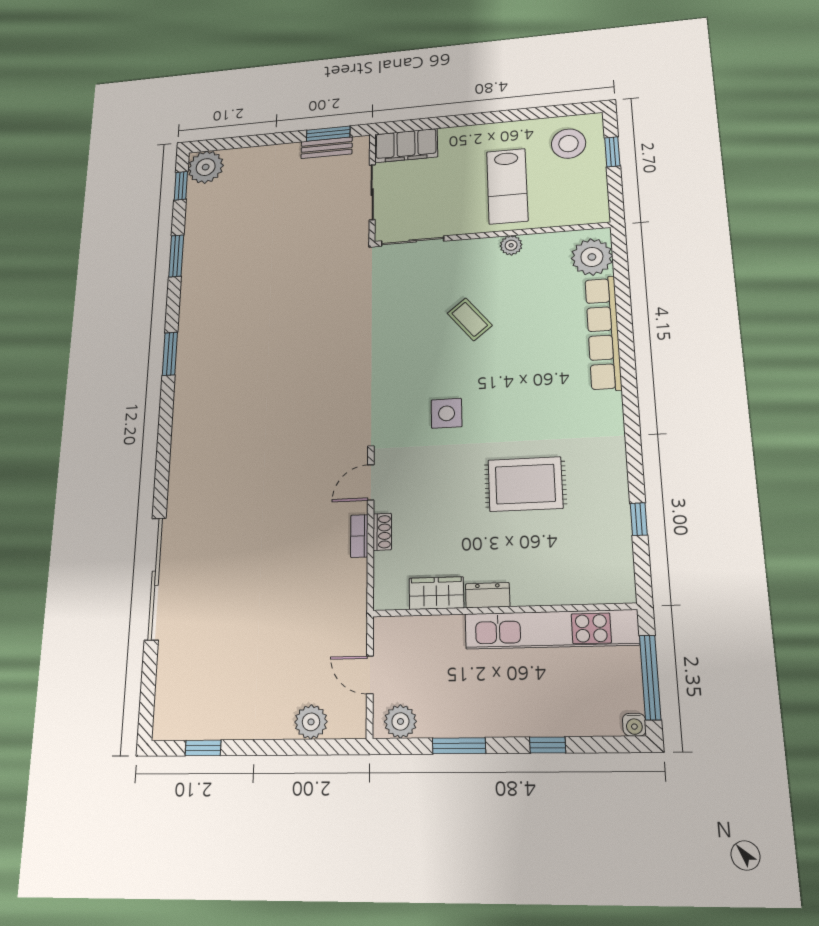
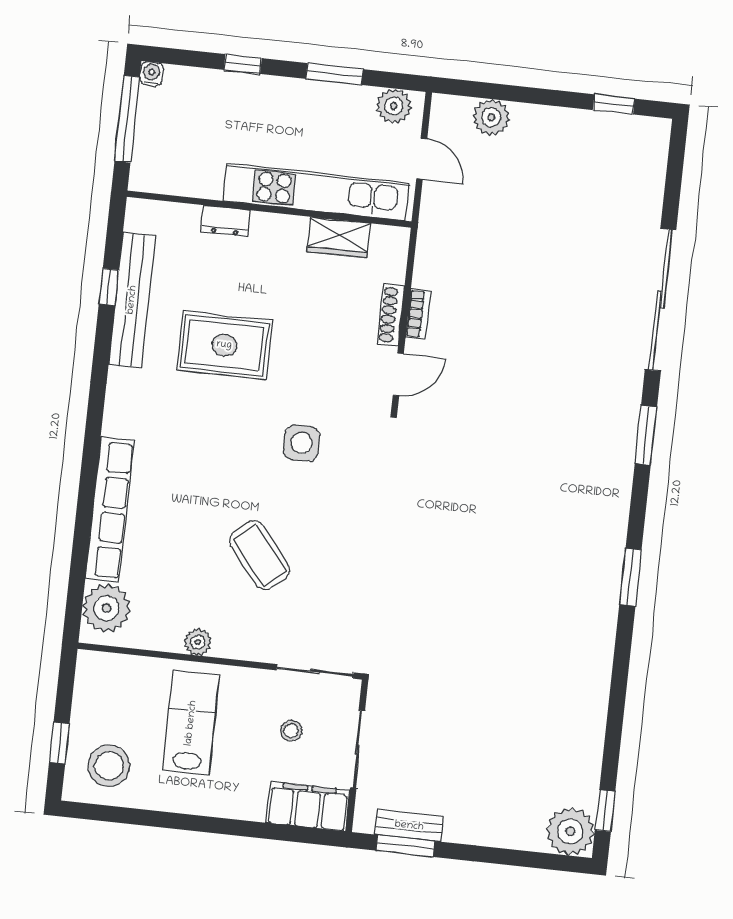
stool: (426, 195) -> (291, 731), added
window: (176, 256) -> (646, 435), moved
coffee table: (470, 319) -> (260, 555), width x1.36, depth x1.30
bench: (615, 511) -> (132, 300), added
shoe rack: (382, 532) -> (391, 315), width x1.43
dresser: (488, 595) -> (226, 221), moved
kitchen unit: (551, 629) -> (316, 192), moved

